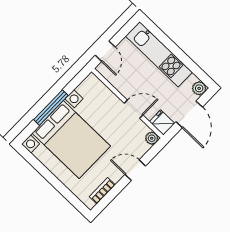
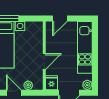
door: (134, 109) -> (44, 62), hinge flipped
plant: (152, 138) -> (28, 85), moved

